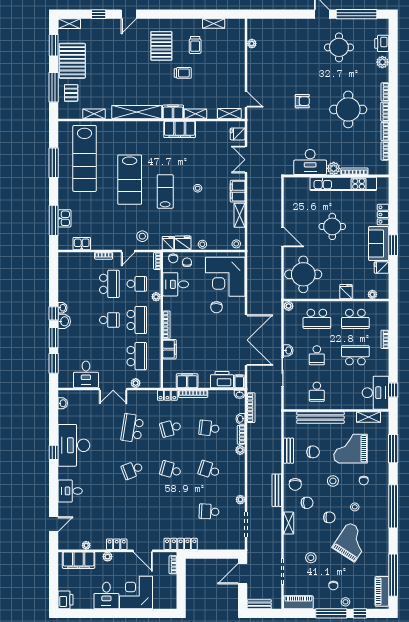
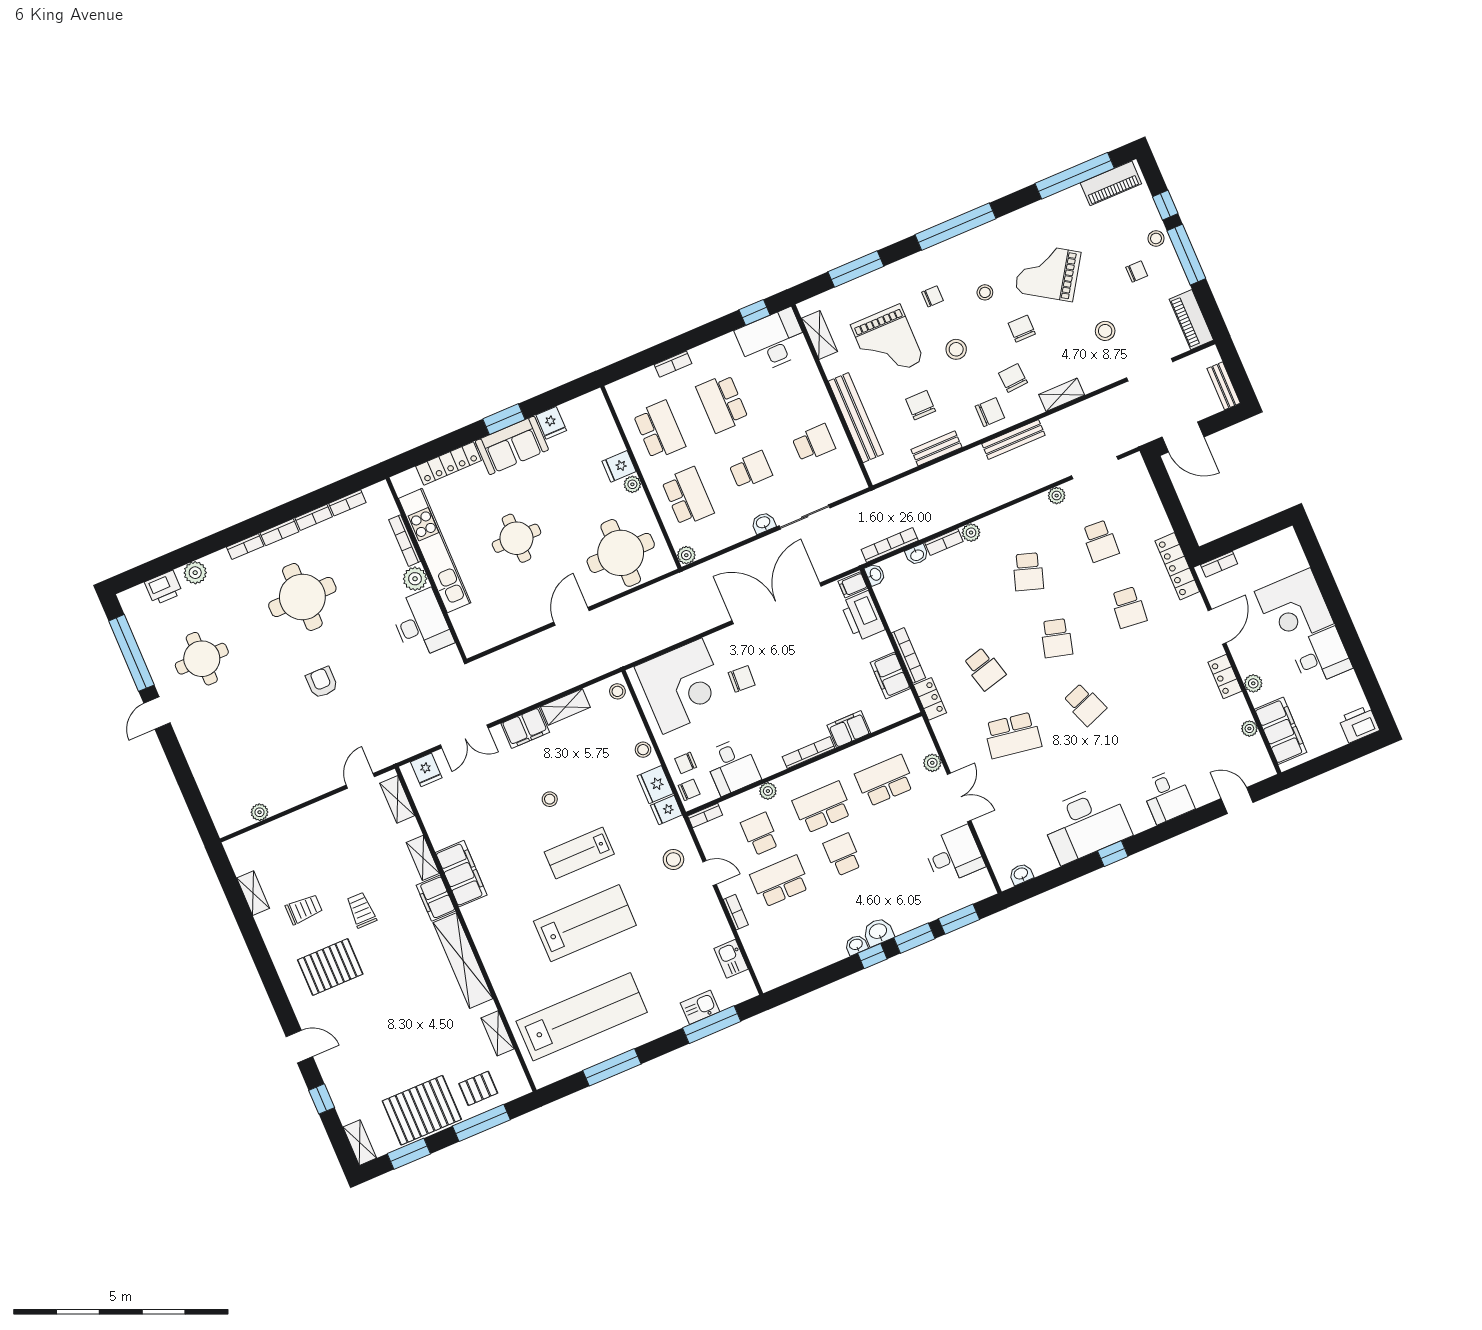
locker: (383, 215) -> (449, 463), width x1.53
plant: (372, 294) -> (632, 484), moved
school desk: (209, 428) -> (1129, 607), moved

